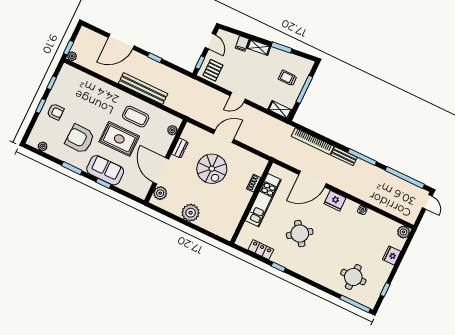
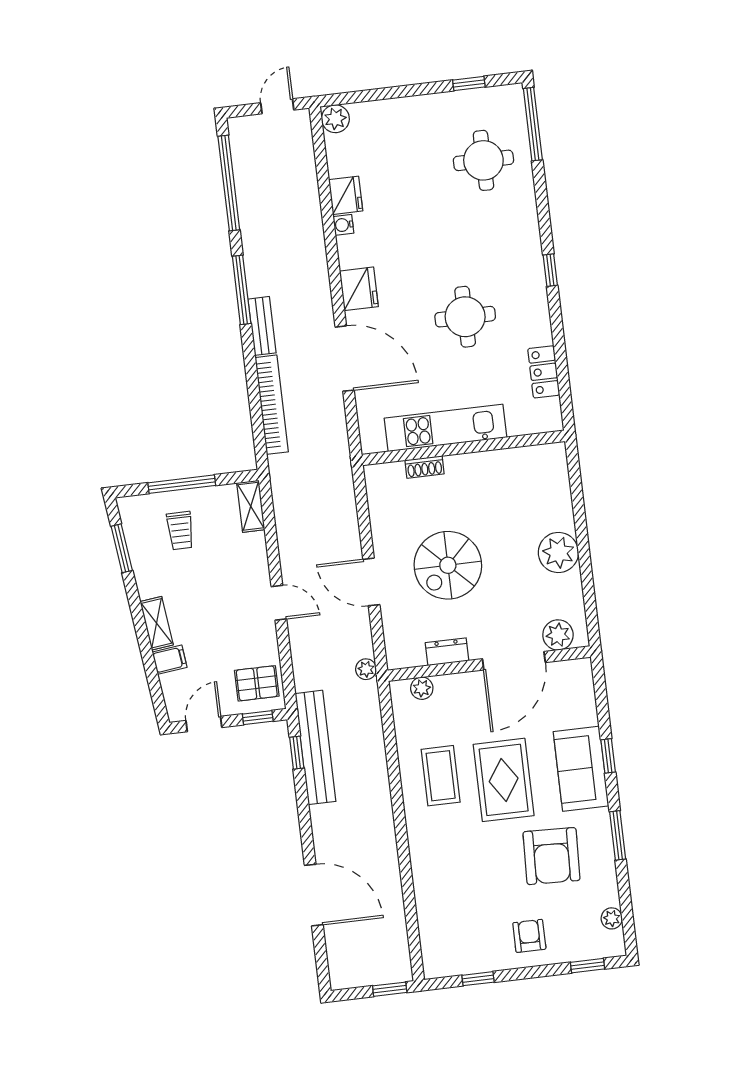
window: (282, 48) -> (122, 548), moved
plant: (72, 56) -> (366, 669), moved
window: (155, 58) -> (297, 753), moved
bench: (143, 89) -> (315, 747), moved
window: (41, 106) -> (587, 966), moved
spiral stairs: (212, 169) -> (448, 565), turned 180
door: (427, 202) -> (277, 106), moved
round table: (300, 234) -> (465, 317), turned 36
fridge: (392, 256) -> (346, 195), moved, turned -90
window: (278, 267) -> (550, 270), moved

